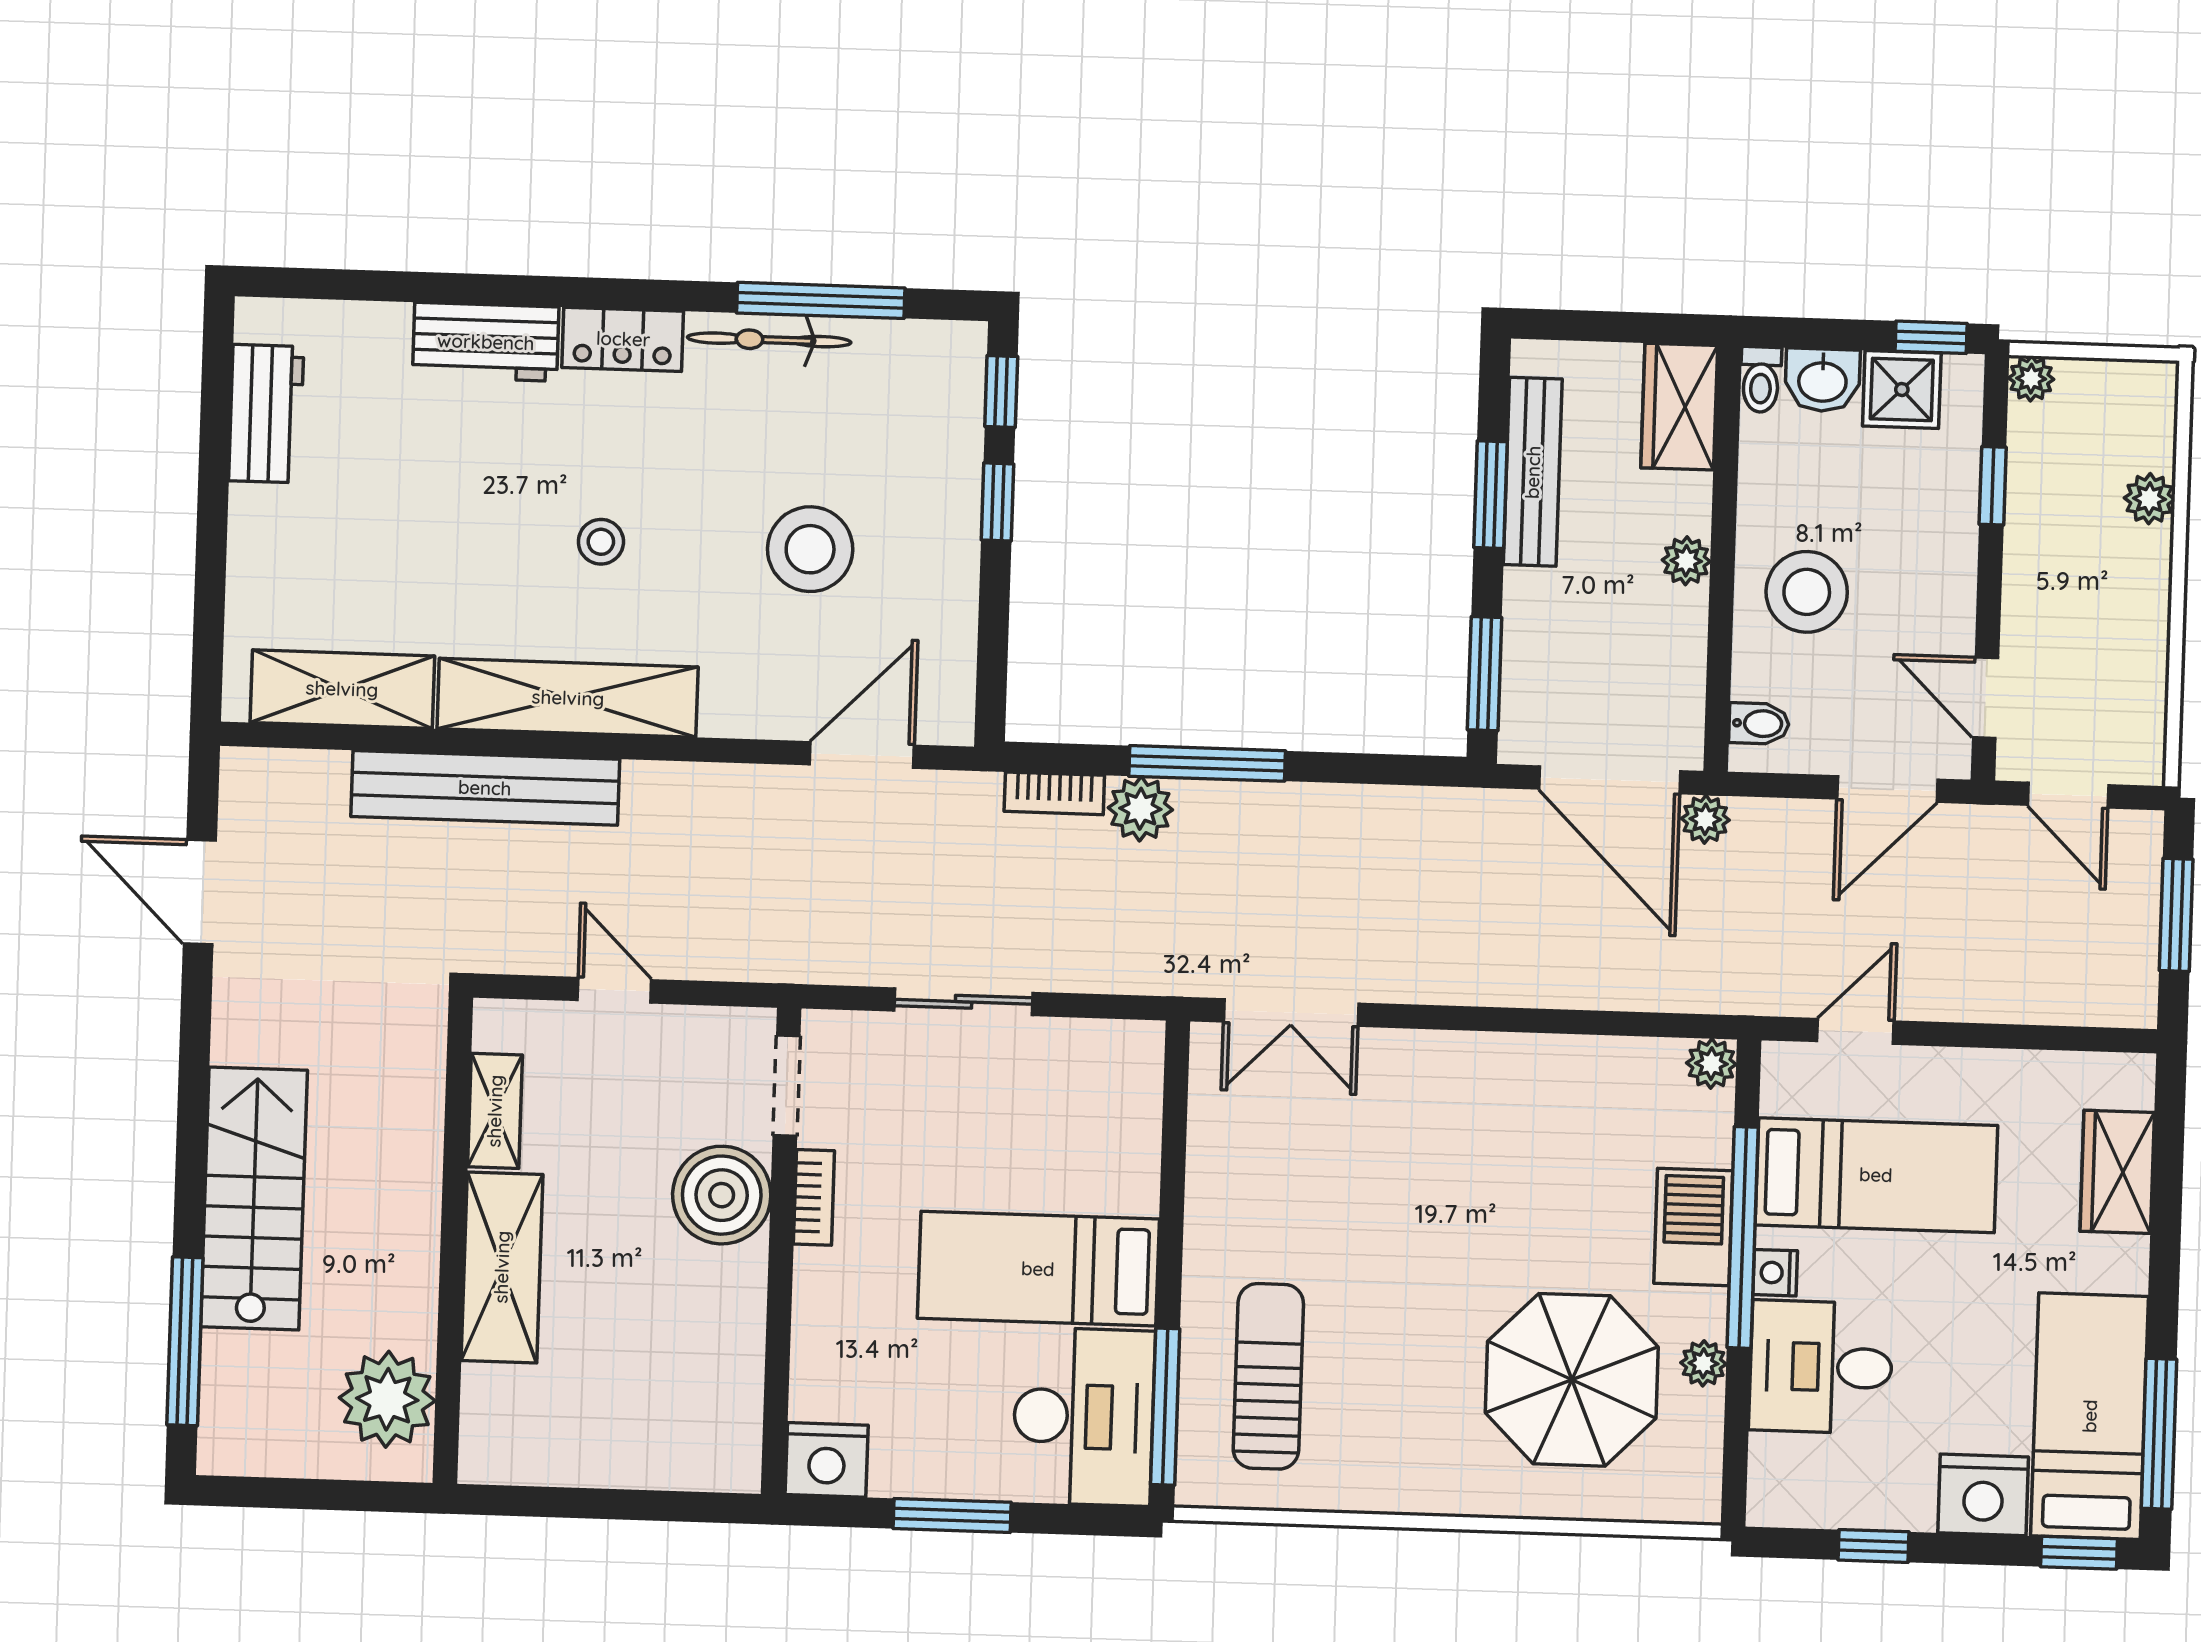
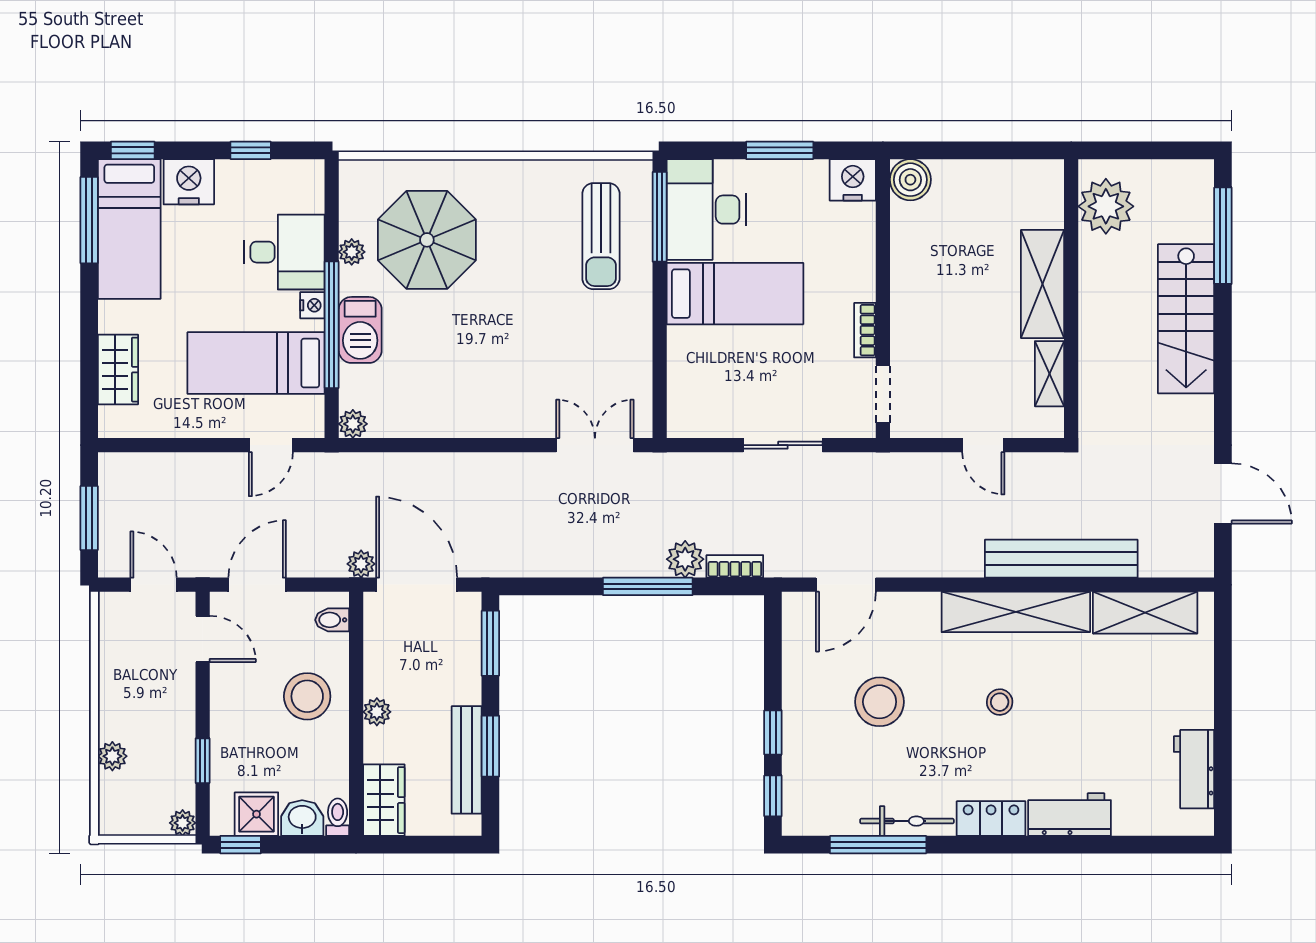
boiler: (722, 1195) -> (910, 180), moved, width x0.73, depth x0.73

